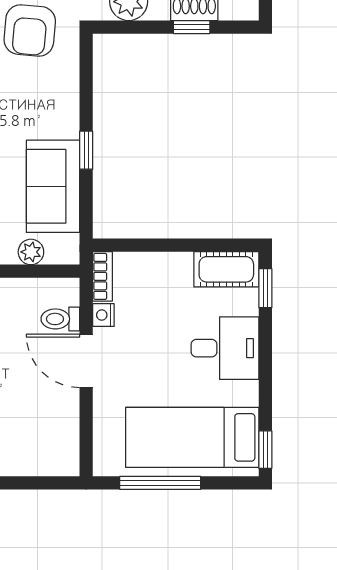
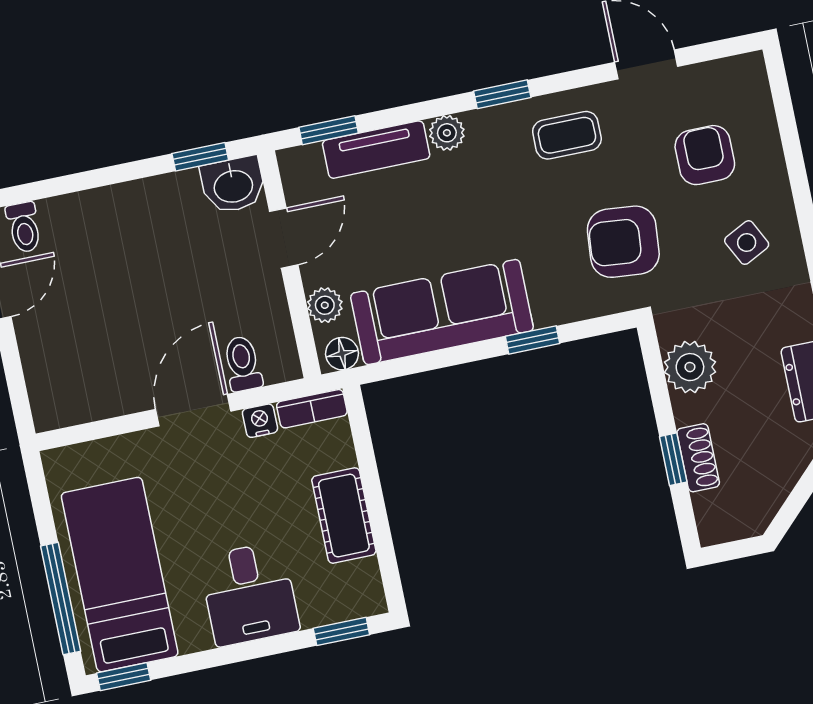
window: (86, 150) -> (532, 340), moved
sofa: (53, 186) -> (442, 312), width x1.36
floor lamp: (68, 247) -> (342, 354), added
cot: (226, 269) -> (344, 516), moved
window: (160, 483) -> (61, 599), moved

